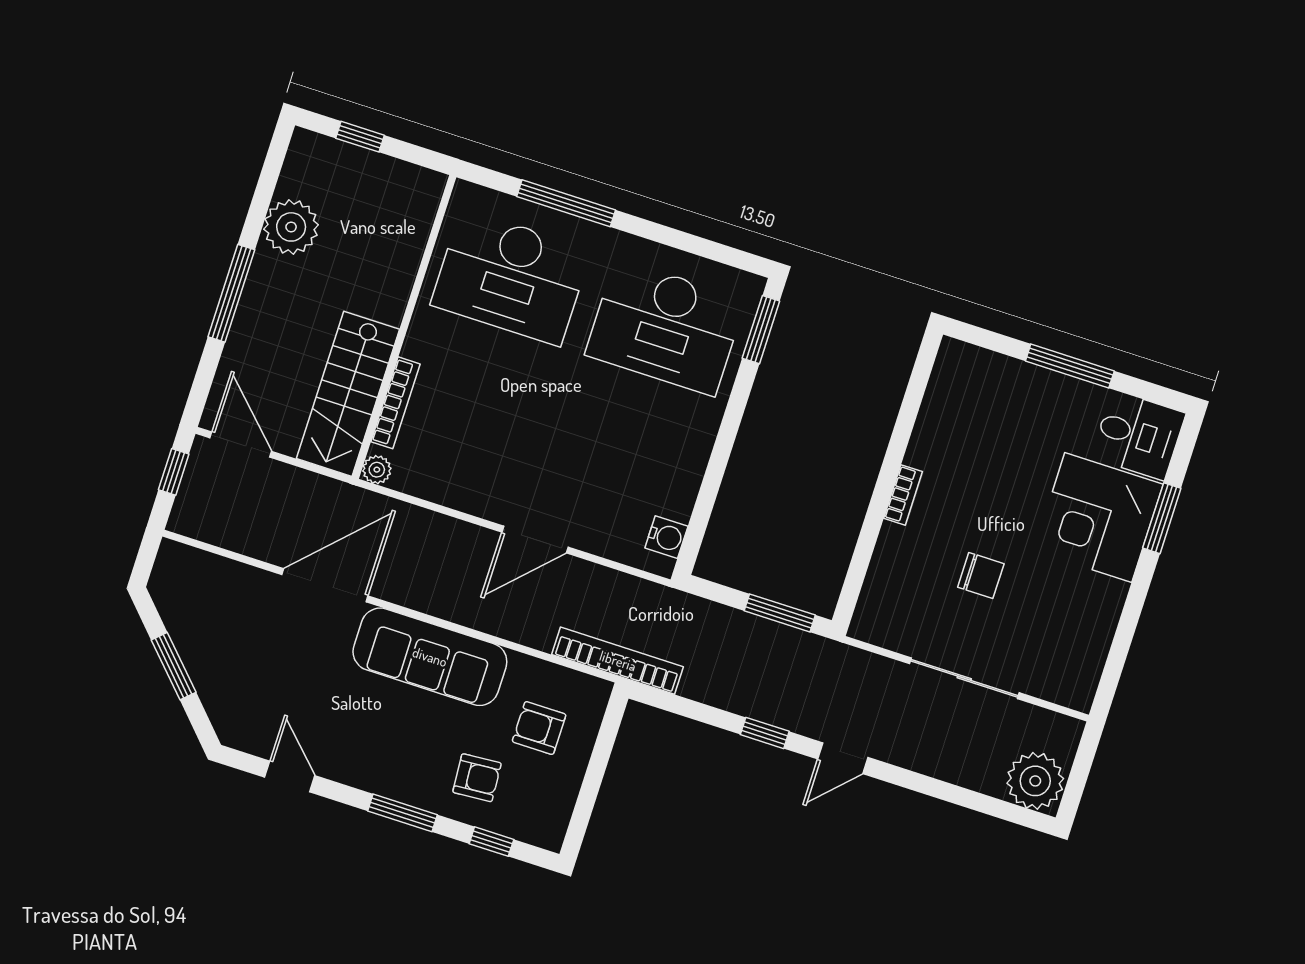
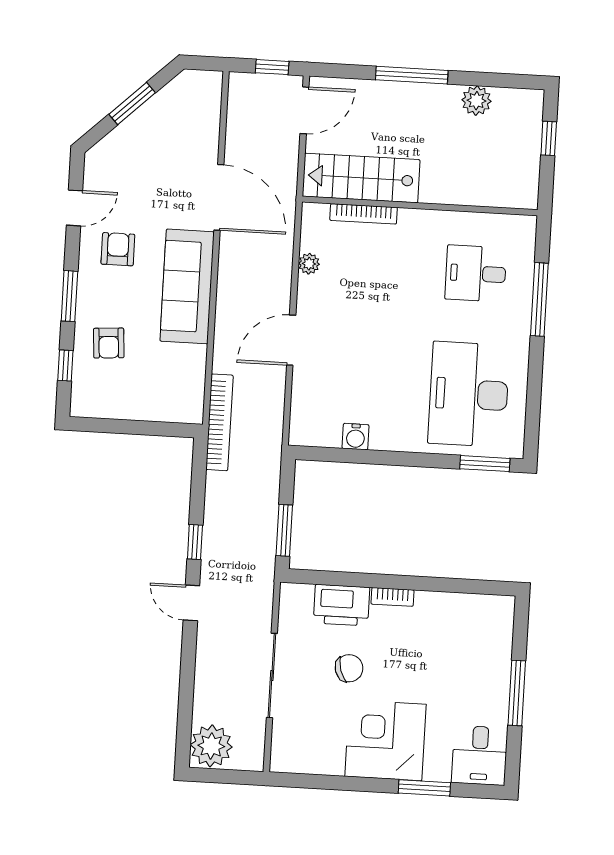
plant: (291, 227) -> (476, 101), width x0.73, depth x0.73
desk: (511, 277) -> (476, 273), width x0.53, depth x0.77
plant: (377, 470) -> (309, 264), moved
corner desk: (1098, 517) -> (385, 740), moved
water cooler: (666, 537) -> (356, 437), moved
door: (535, 540) -> (291, 340), hinge flipped
printer: (896, 564) -> (342, 605), added
chair: (981, 575) -> (349, 668), turned -107
armchair: (539, 728) -> (118, 249), moved

